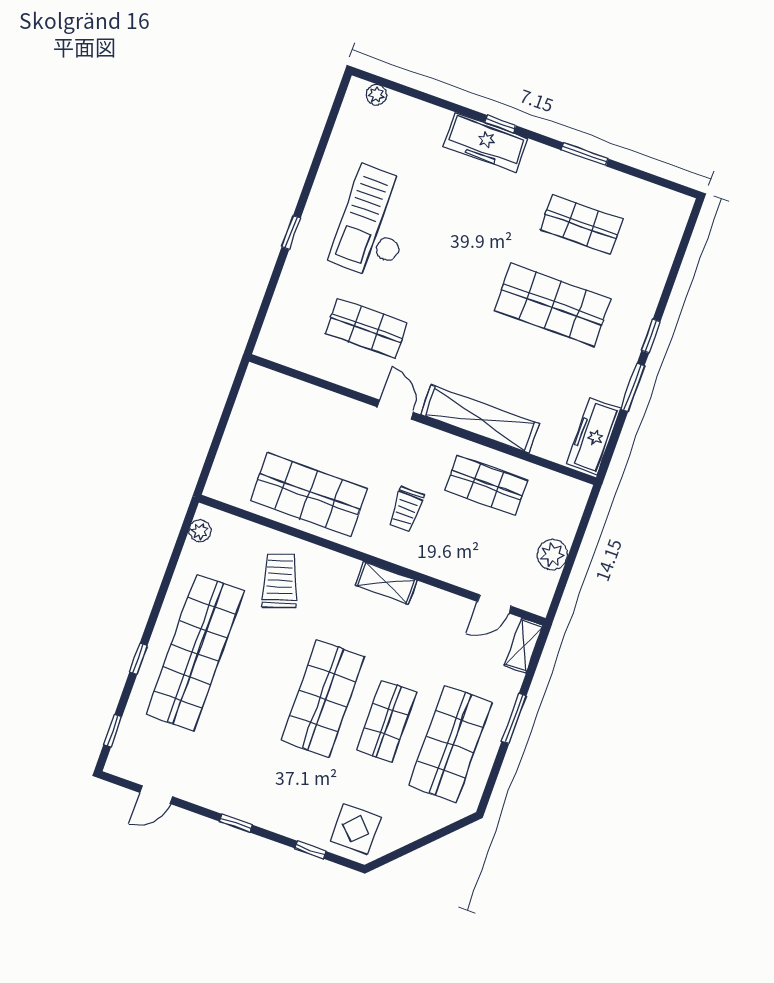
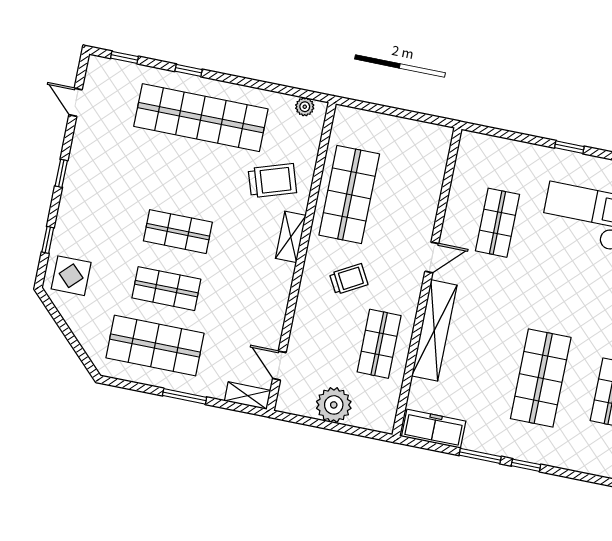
trolley: (406, 509) -> (349, 279), turned 151
plant: (552, 555) -> (334, 405), width x1.36, depth x1.36
shelving: (386, 583) -> (291, 237), moved
shop shelf: (323, 698) -> (178, 232), width x0.70, depth x0.74

